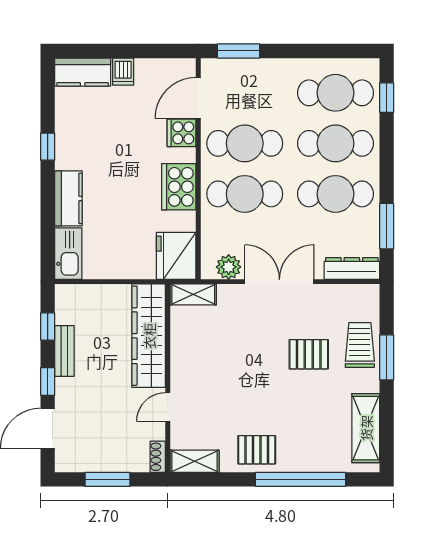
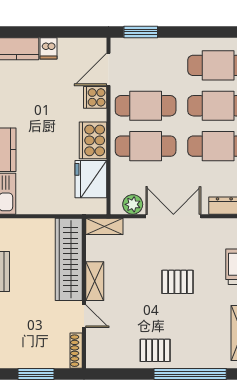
fridge: (176, 256) -> (91, 179), moved
pallet: (309, 354) -> (178, 282), moved
door: (168, 407) -> (84, 316), swing flipped
shoe rack: (158, 457) -> (76, 351), width x1.43
shelving: (195, 461) -> (95, 281), moved, turned 90

